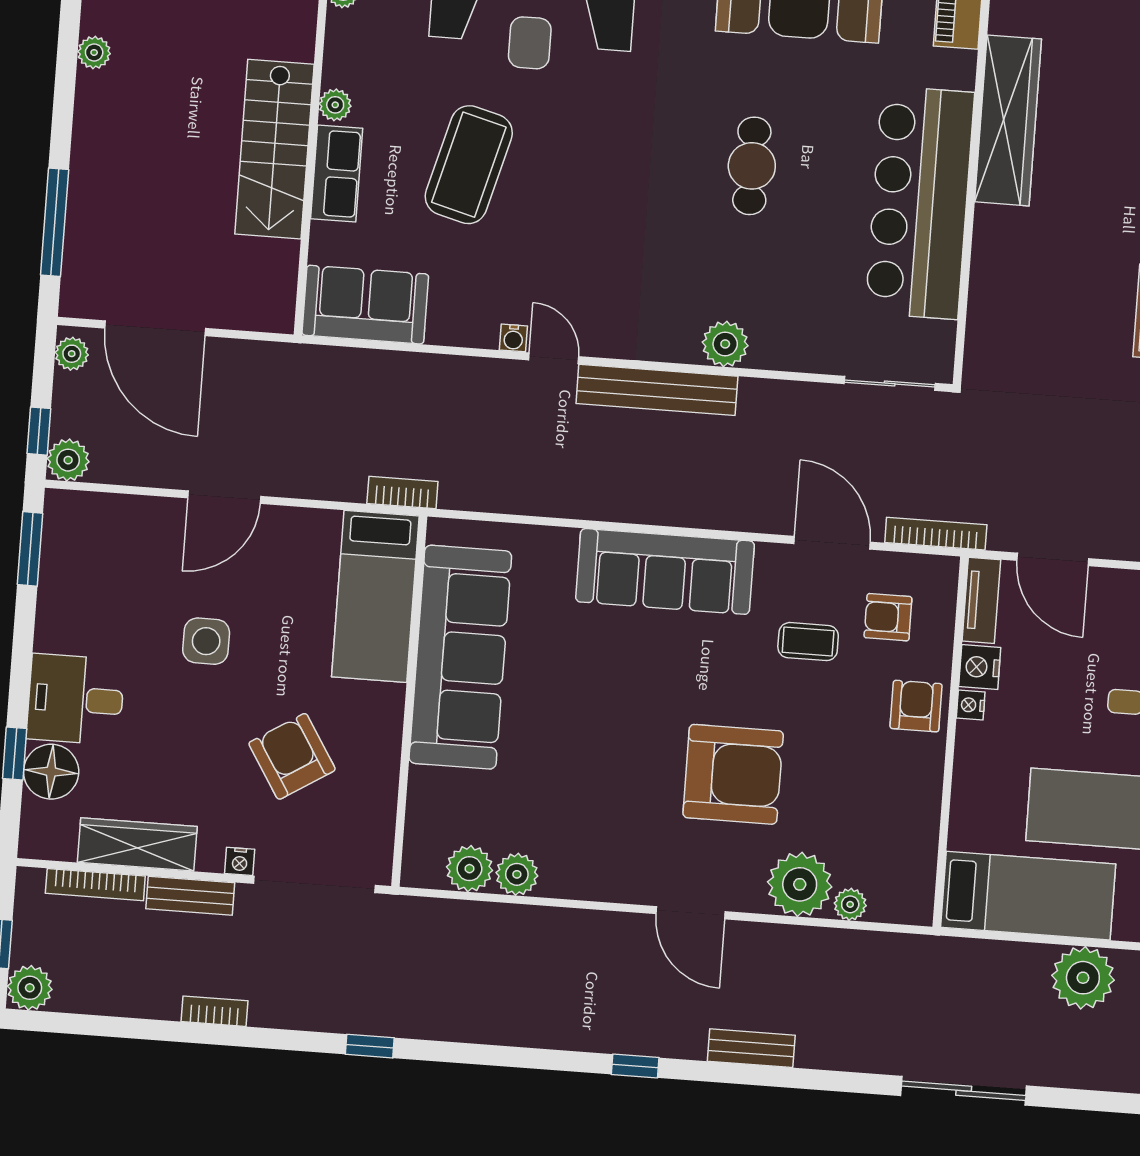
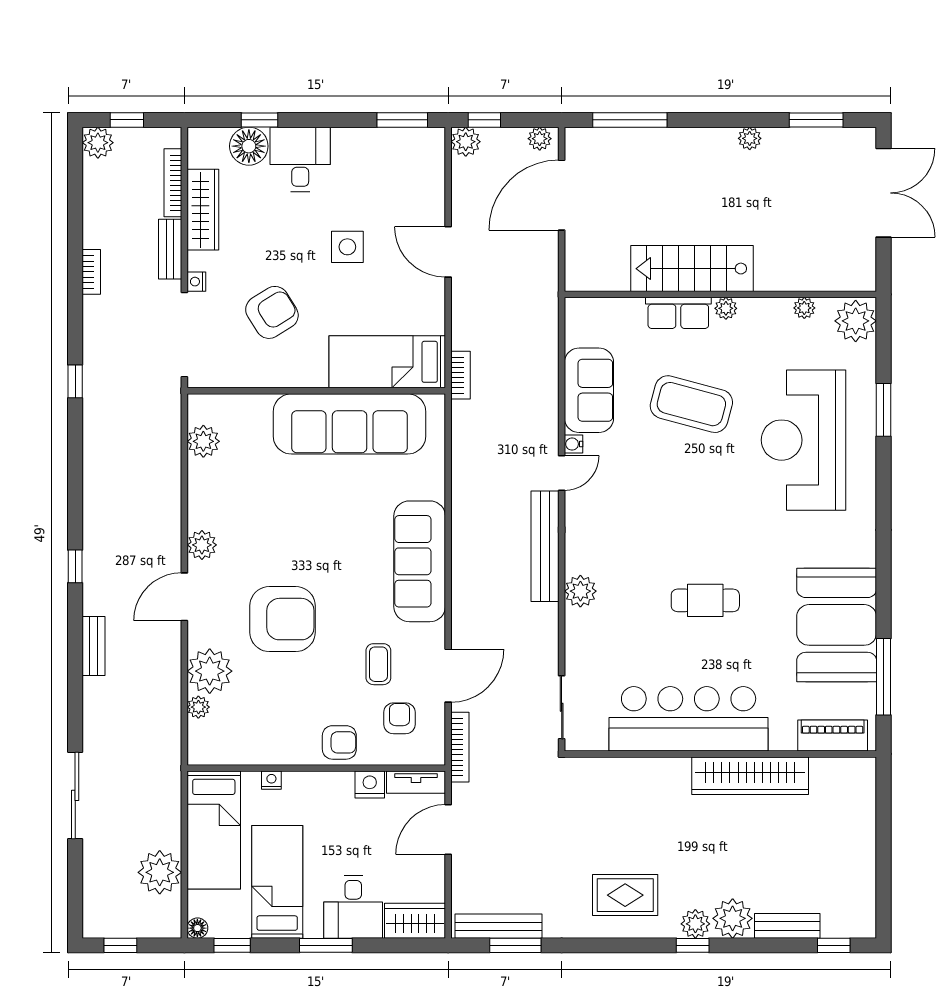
sofa: (365, 305) -> (589, 390), moved
nightstand: (971, 705) -> (271, 780), moved
armchair: (733, 774) -> (283, 619), turned -90
plant: (517, 874) -> (202, 545), moved

